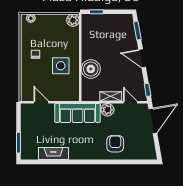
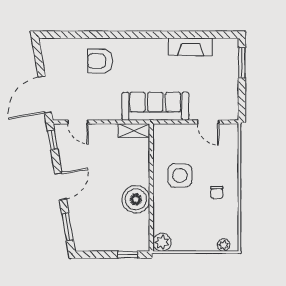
door: (142, 58) -> (61, 186), hinge flipped
boiler: (91, 69) -> (136, 199), moved
shelving: (111, 96) -> (134, 131), moved
plant: (107, 110) -> (111, 111), removed
armchair: (115, 144) -> (100, 61), turned 90

